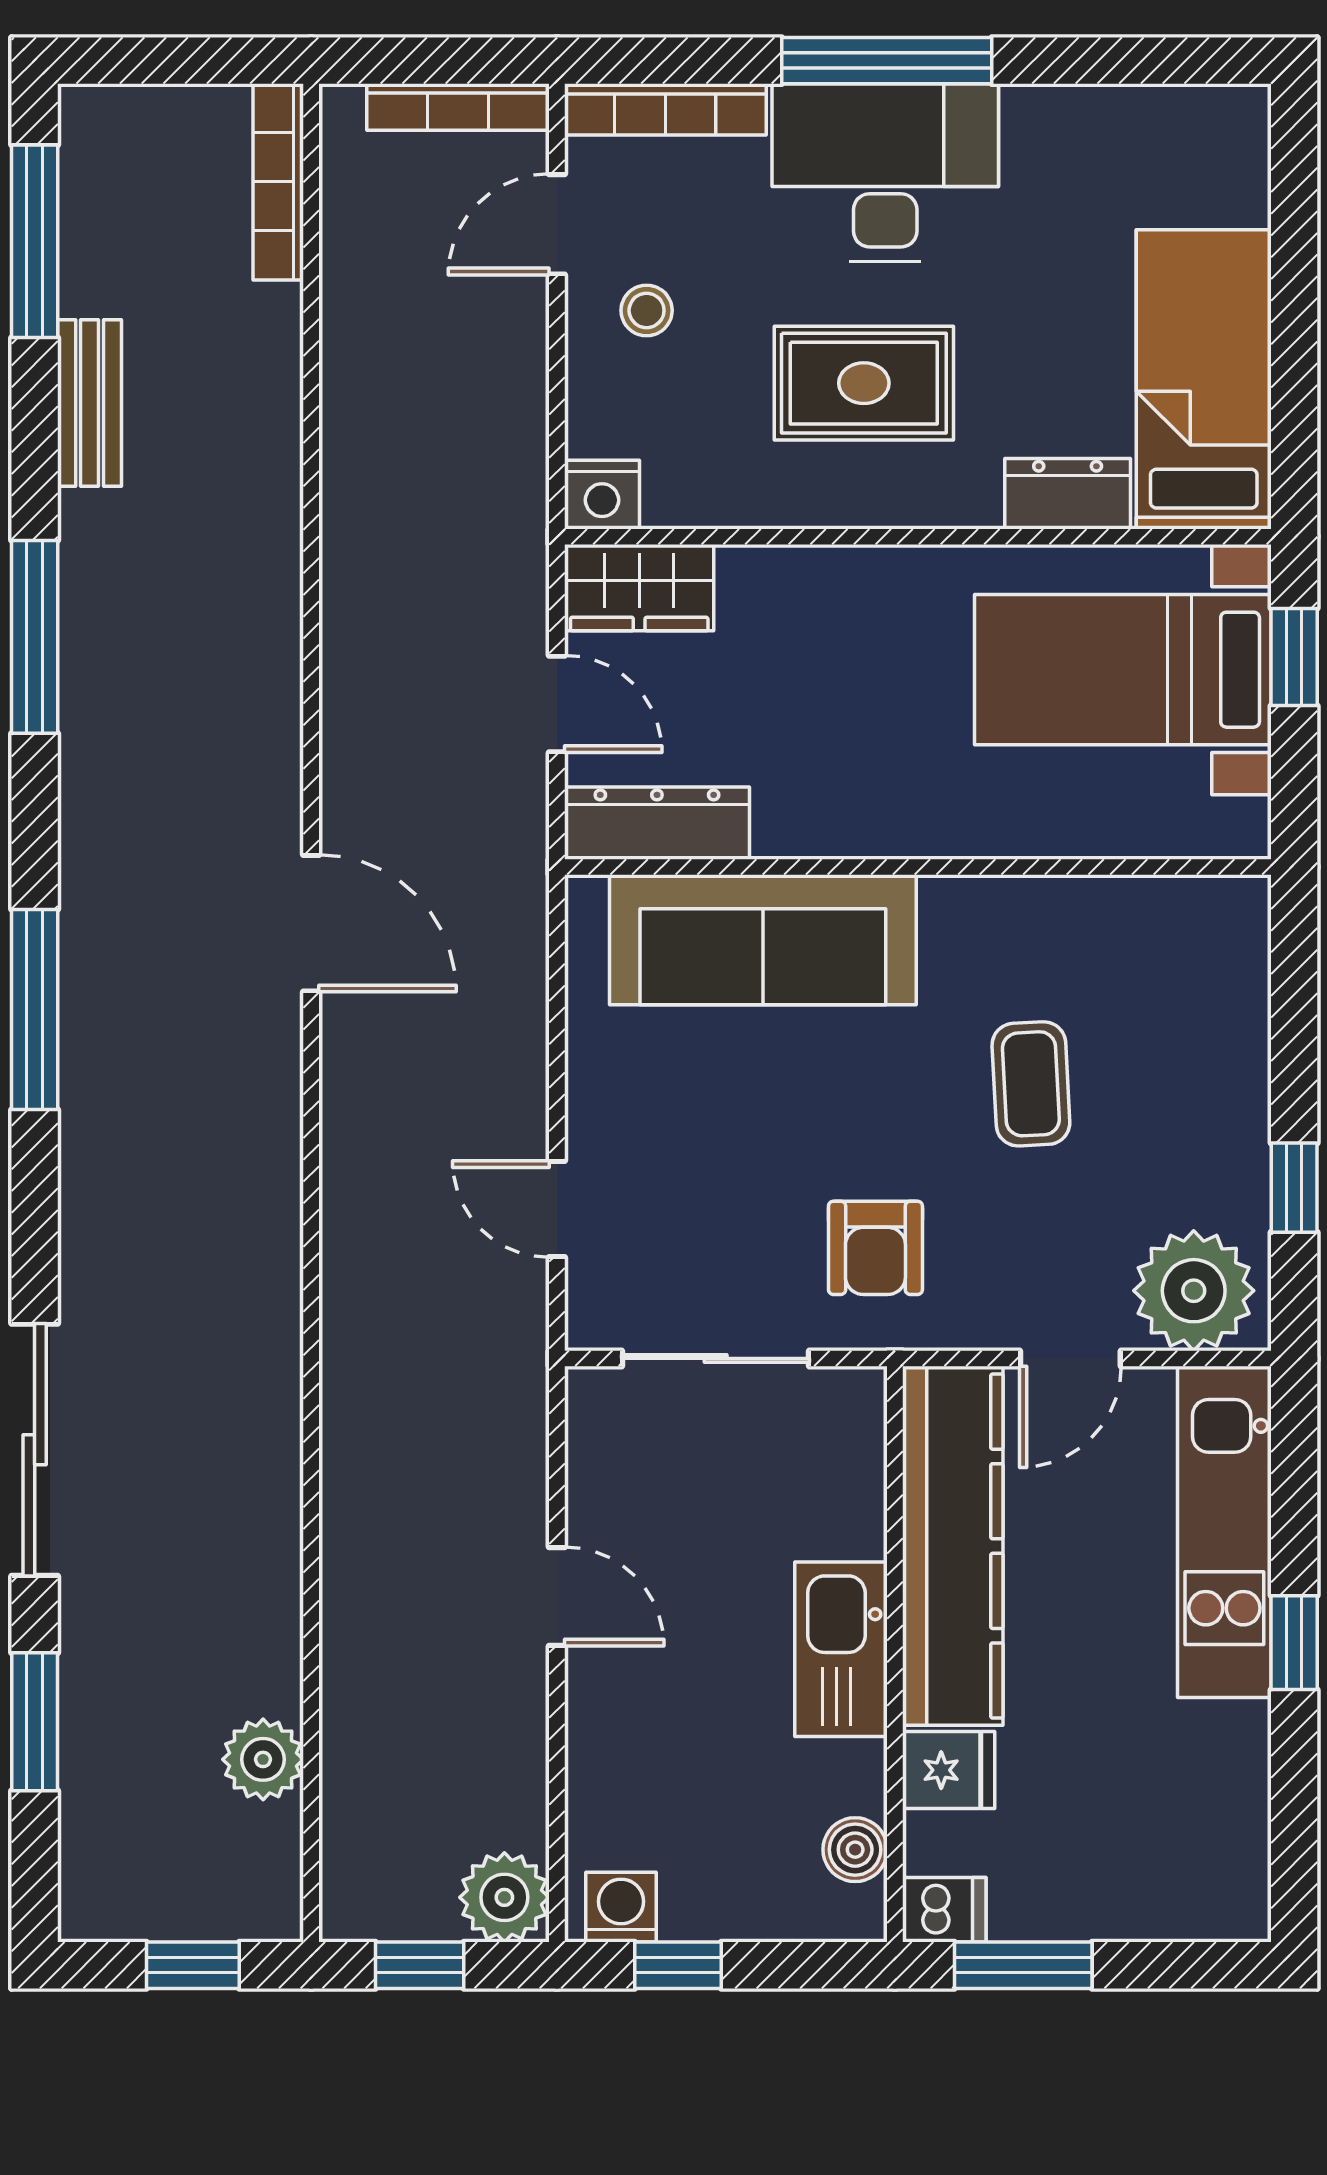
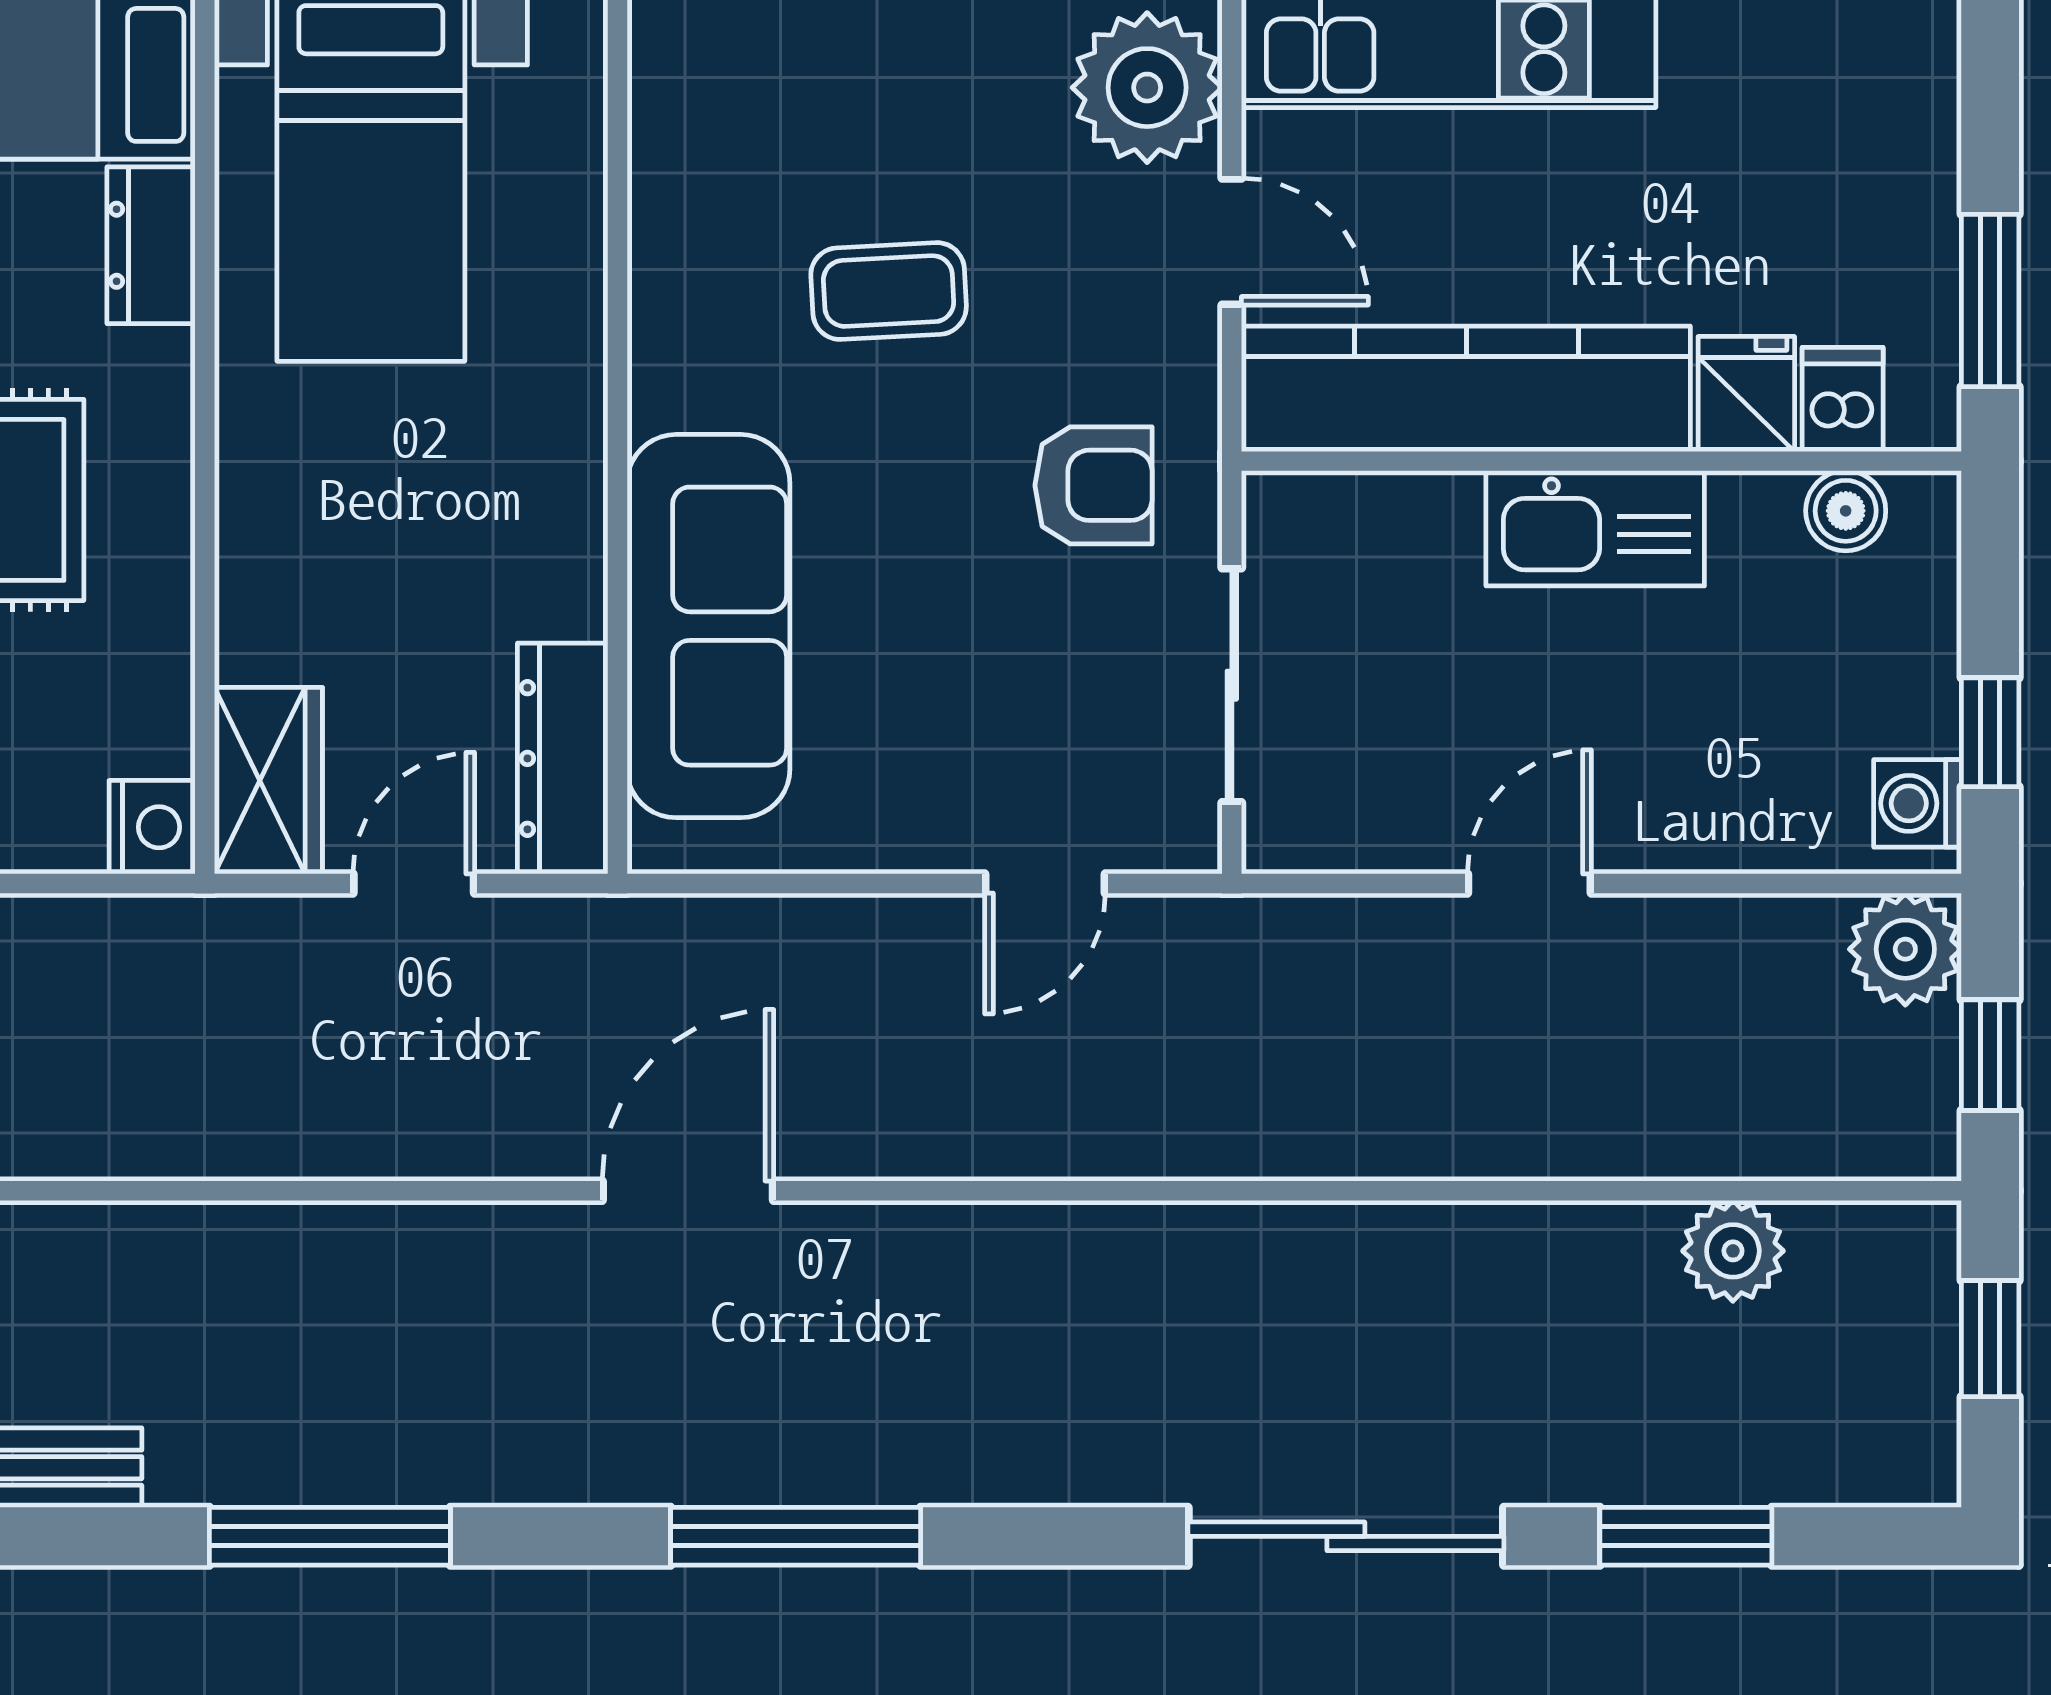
dishwasher: (944, 1910) -> (1843, 399), moved

